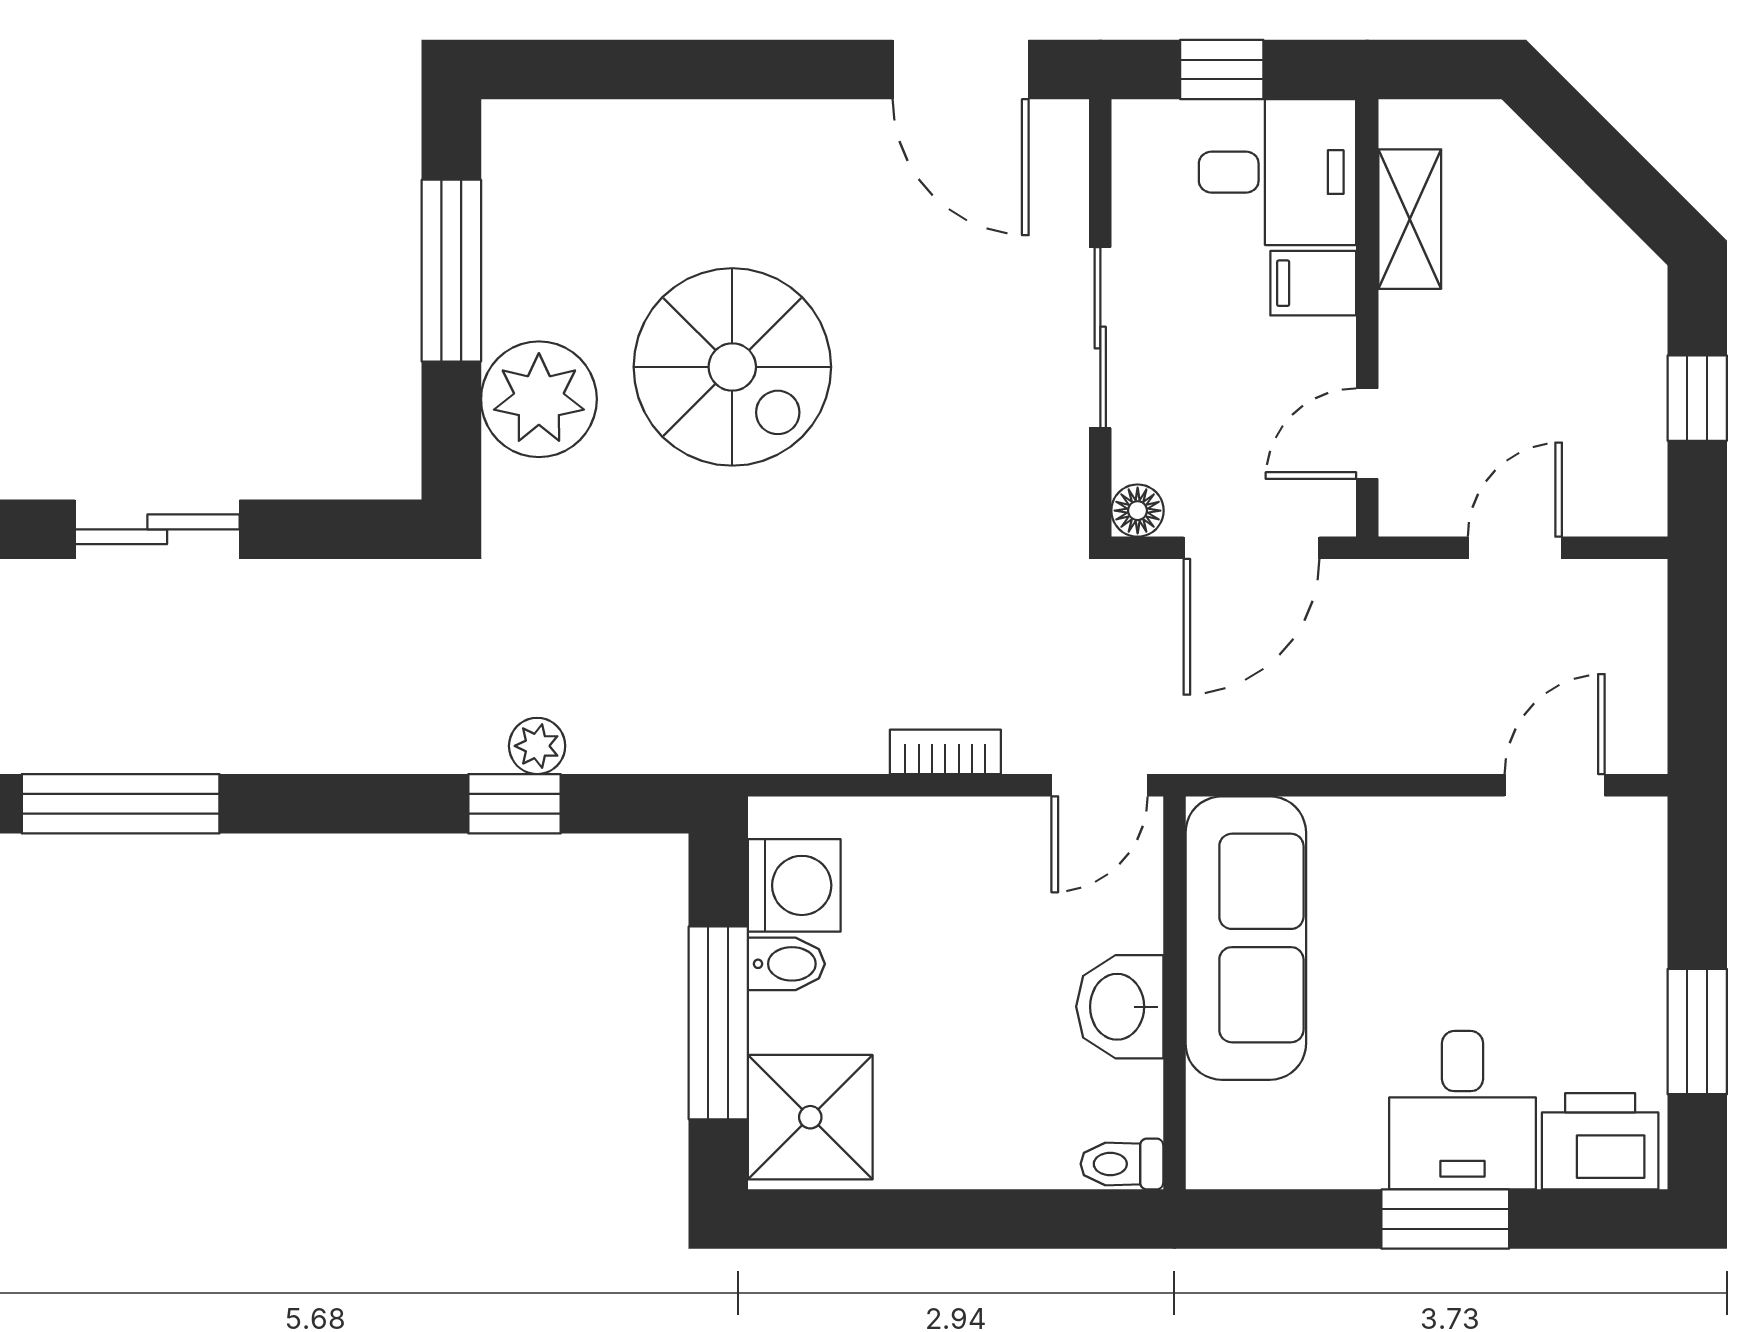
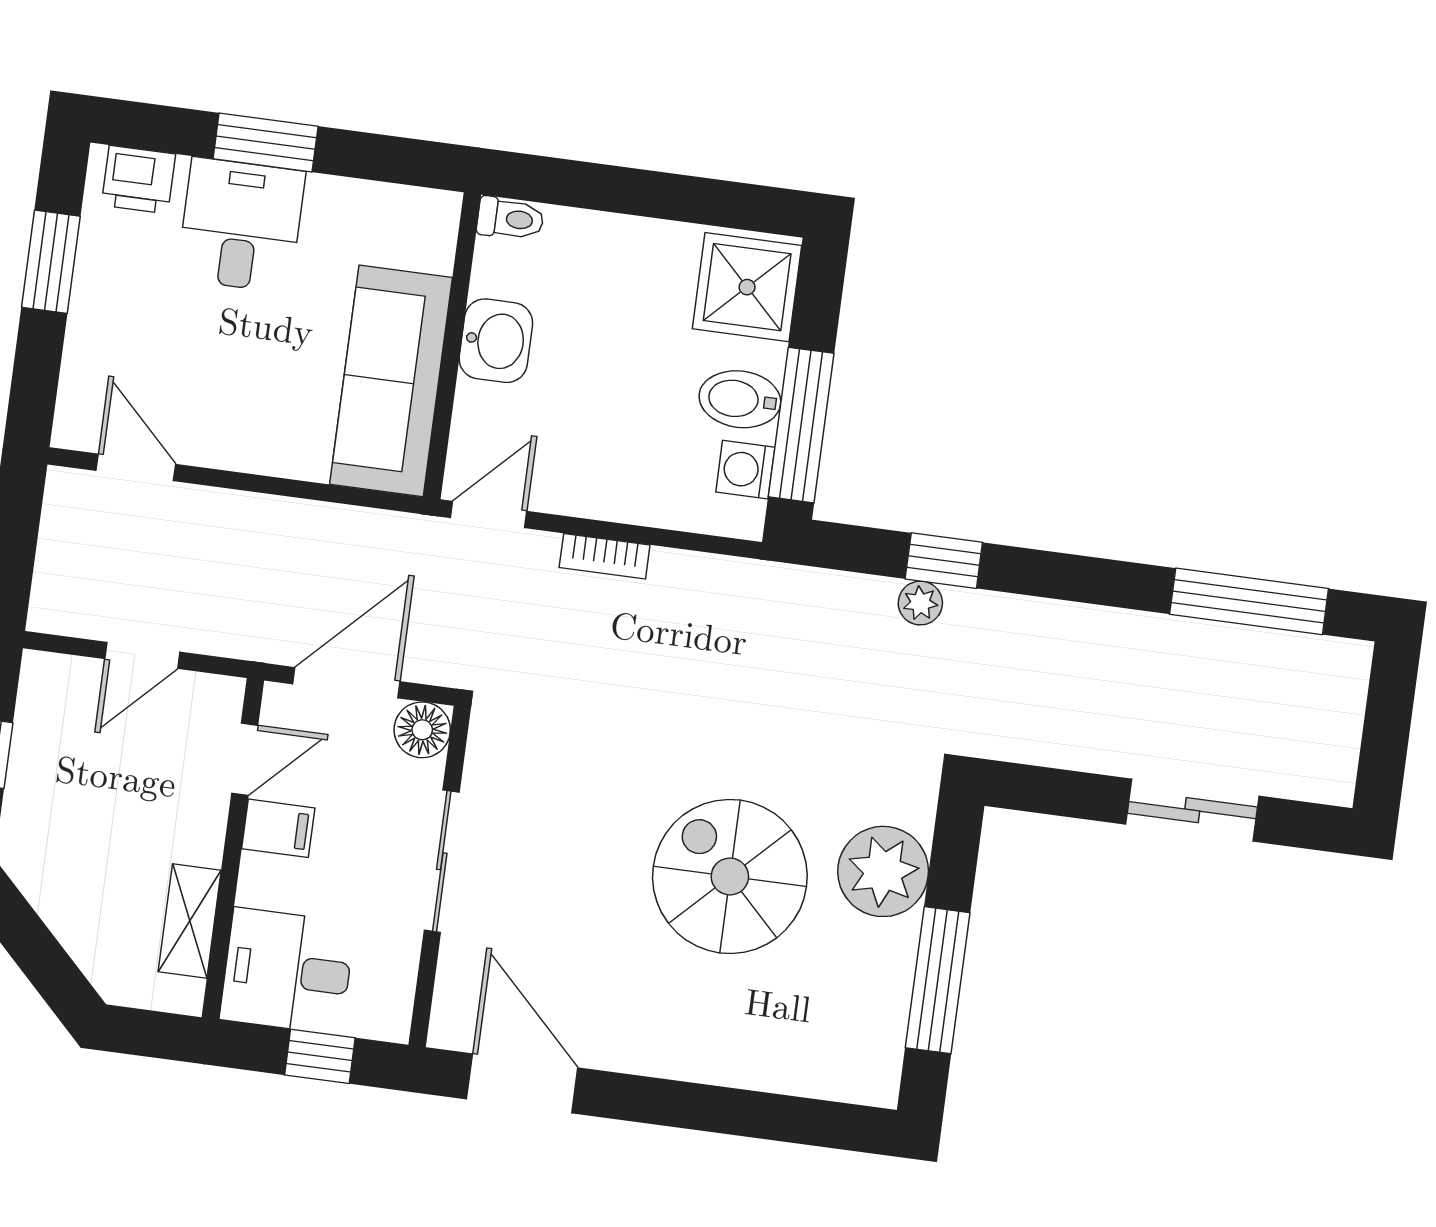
filing cabinet: (1313, 283) -> (278, 828), moved
floor lamp: (1138, 511) -> (422, 730), width x1.37, depth x1.37
door: (1555, 785) -> (136, 467), swing flipped
washing machine: (794, 885) -> (745, 470), width x0.73, depth x0.73
bidet: (786, 964) -> (740, 399), width x1.38, depth x1.36
window: (718, 1023) -> (801, 425), moved
printer: (1600, 1141) -> (138, 180), width x0.73, depth x0.81

